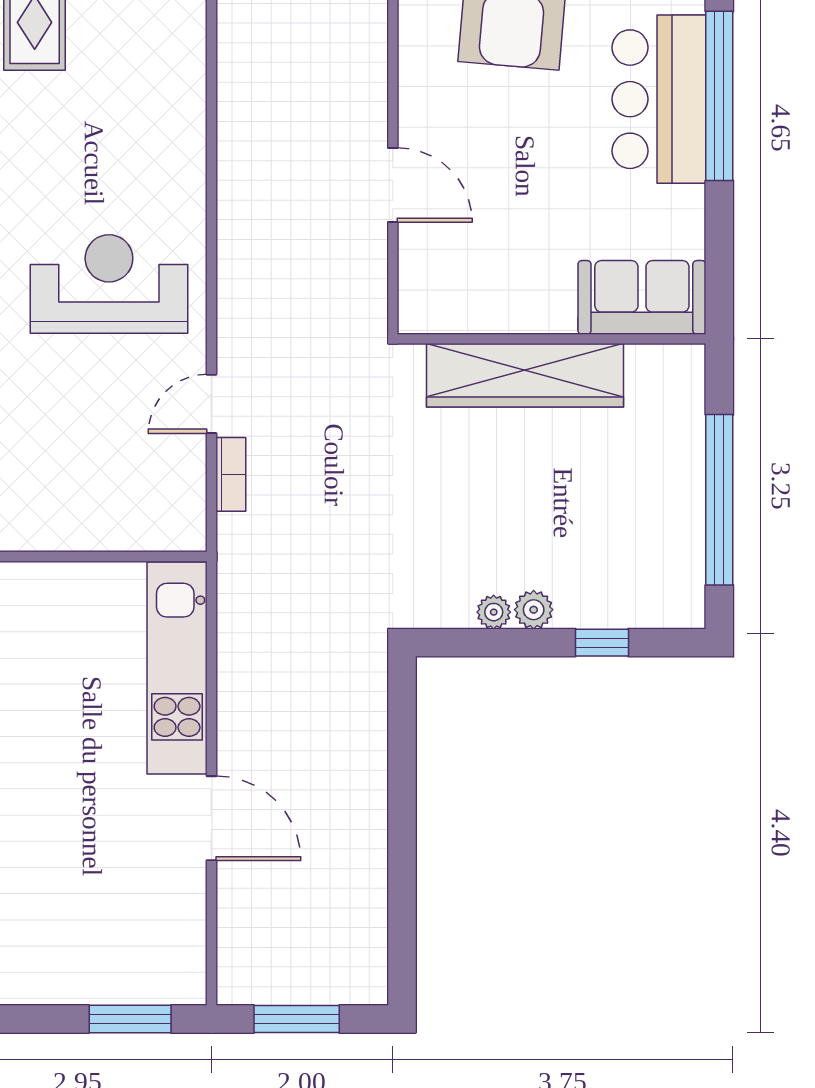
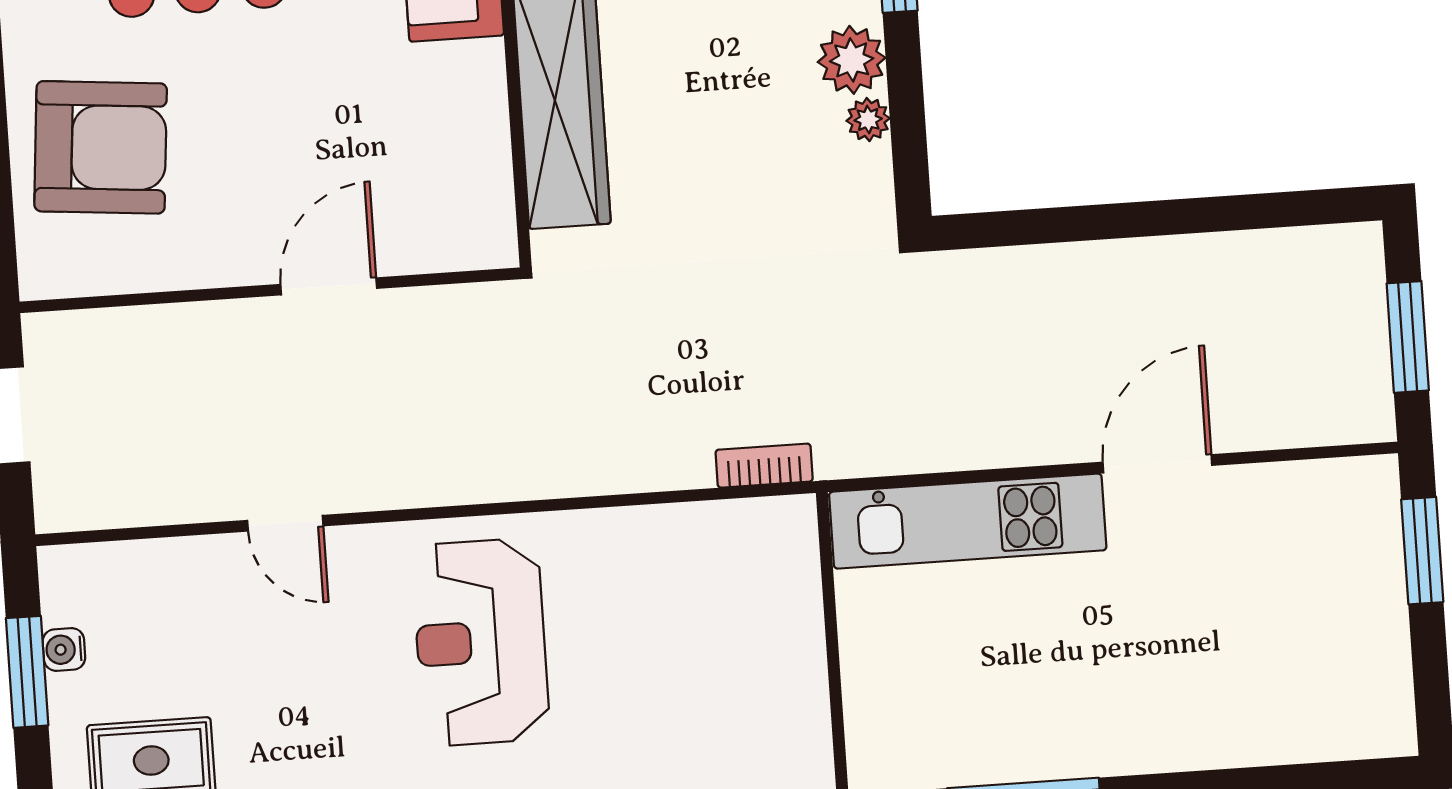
door: (211, 404) -> (285, 523), moved
bookcase: (231, 474) -> (764, 466), moved
plant: (534, 610) -> (852, 60), width x1.38, depth x1.38

